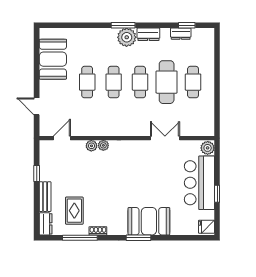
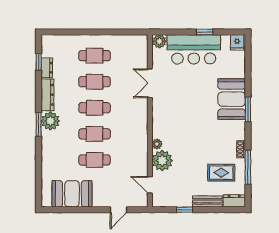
dresser: (148, 34) -> (47, 95), width x1.44
cafe table: (167, 82) -> (95, 82), width x0.73, depth x0.74
plant: (91, 146) -> (162, 161), width x1.88, depth x1.88

